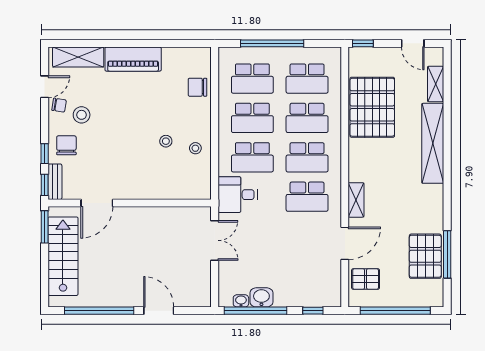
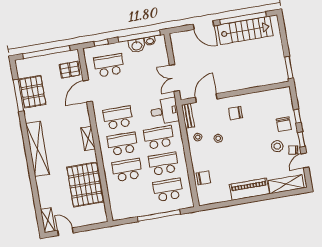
window: (363, 43) -> (99, 226), removed
school desk: (307, 79) -> (109, 65), moved
shelving: (436, 84) -> (48, 220), moved
shelving: (433, 143) -> (37, 149), moved
chair: (134, 174) -> (236, 113), added
bench: (55, 182) -> (188, 116), moved
window: (45, 185) -> (301, 139), moved
shelving: (356, 200) -> (88, 138), moved
door: (97, 203) -> (206, 98), moved
stairs: (63, 256) -> (245, 30), moved, turned -90

